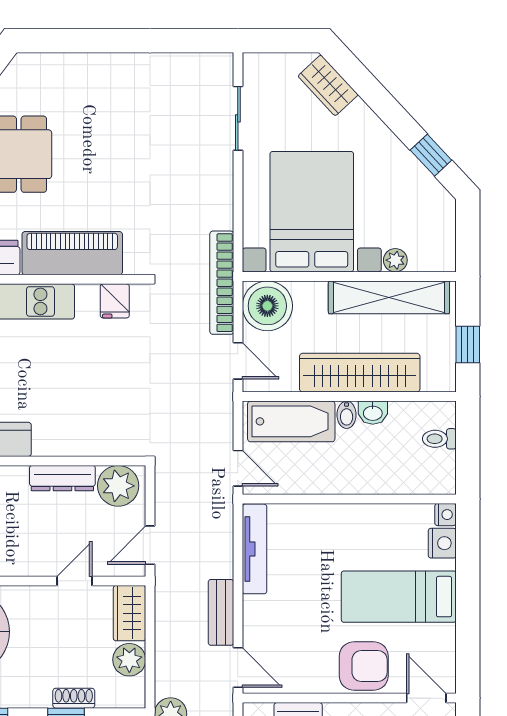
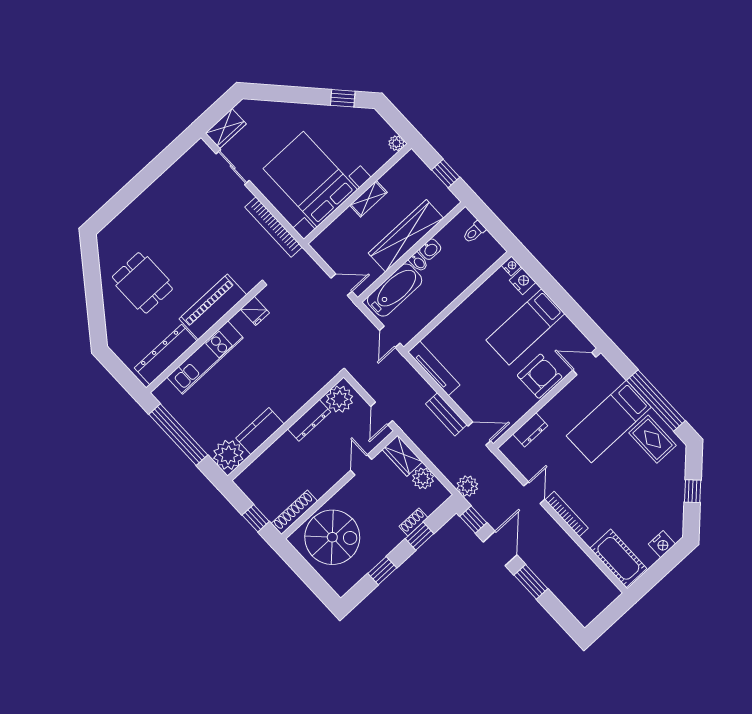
wardrobe: (328, 85) -> (226, 128), moved, turned -47
plant: (395, 260) -> (396, 143), moved
bookcase: (222, 283) -> (274, 227), moved
shelving: (389, 297) -> (368, 199), width x0.45, depth x0.75
boiler: (267, 306) -> (331, 245), removed
door: (238, 468) -> (390, 337), swing flipped

